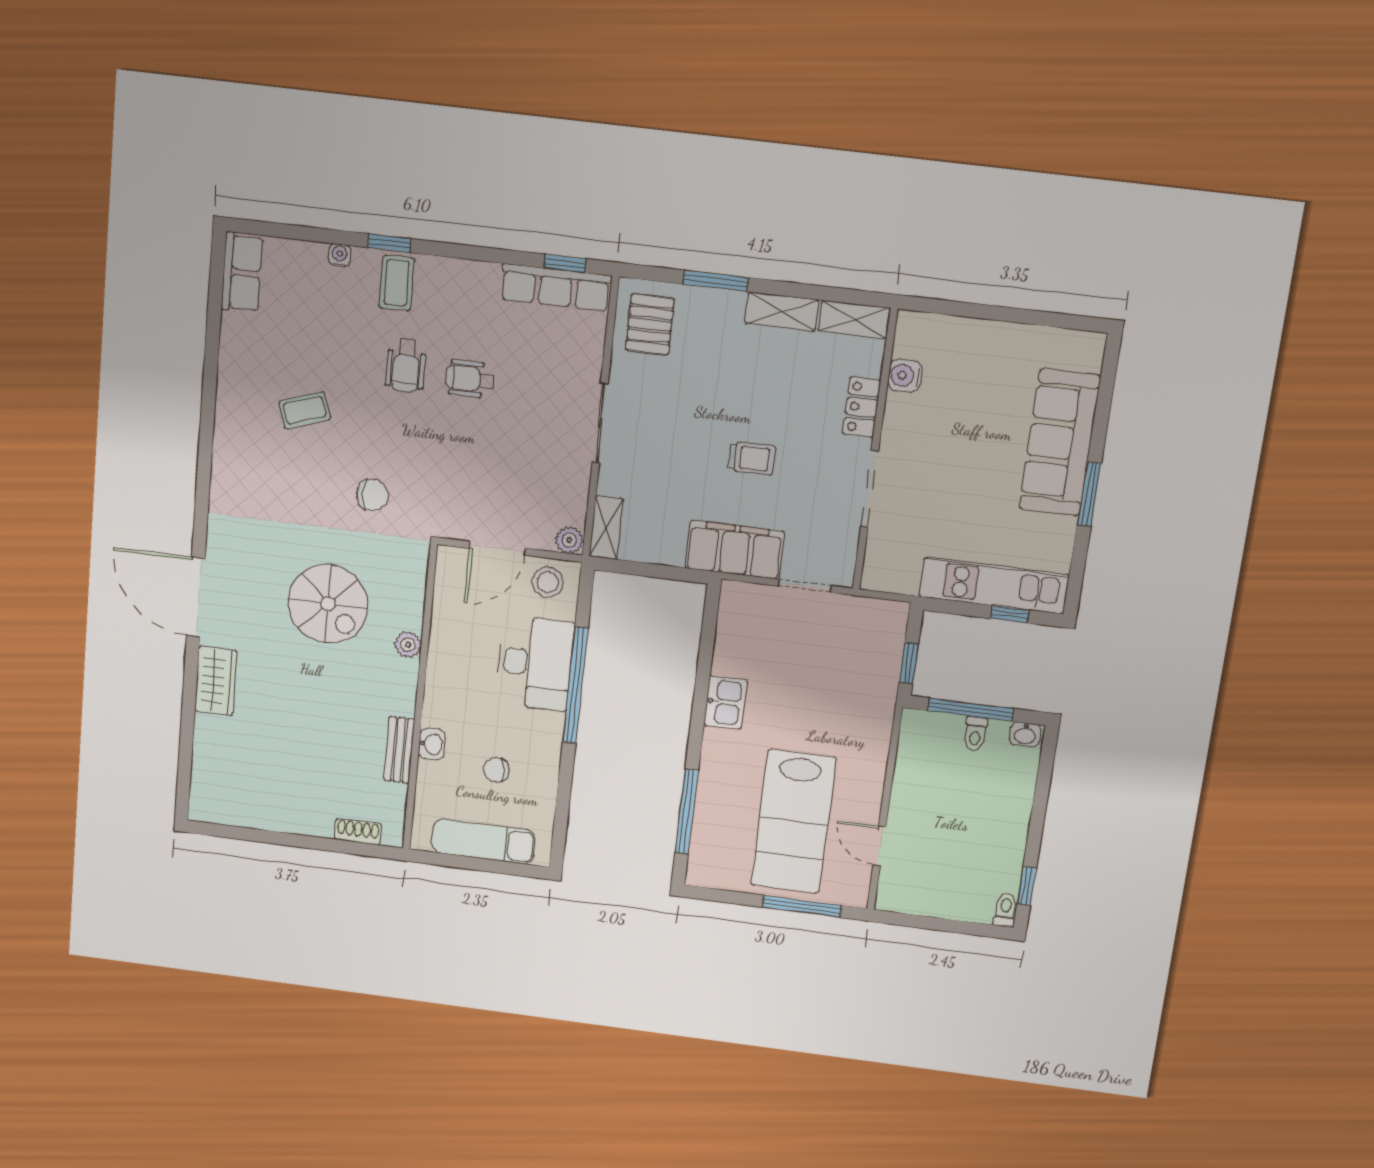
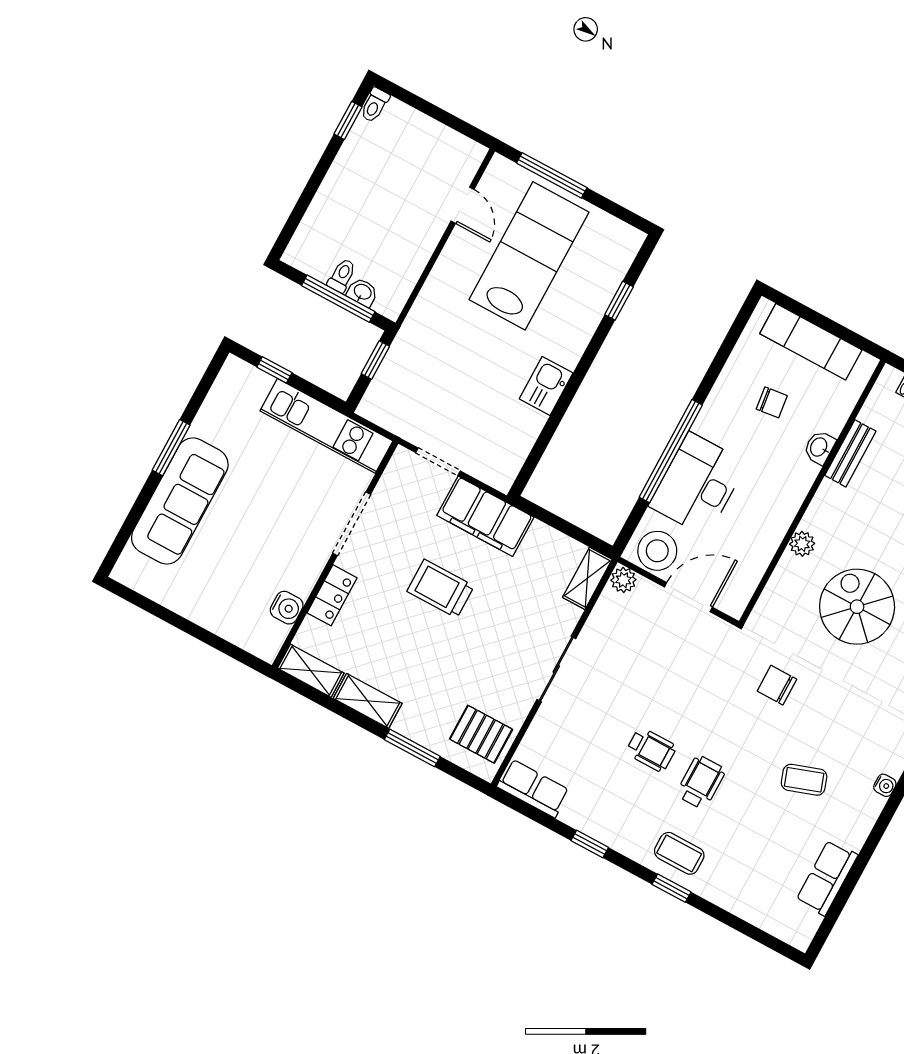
water cooler: (340, 255) -> (885, 785), moved, turned -90
window: (565, 263) -> (590, 844), moved
row of seats: (242, 273) -> (827, 878), moved
coffee table: (397, 283) -> (679, 853), turned 90
row of seats: (556, 287) -> (533, 788), width x0.68
pallet: (650, 324) -> (481, 734), turned 90
trolley: (752, 458) -> (441, 589), width x1.36, depth x1.39
stool: (548, 582) -> (657, 551), width x1.38, depth x1.38
kitchen unit: (994, 586) -> (326, 426), moved
washbasin: (1025, 735) -> (362, 292), moved
window: (687, 811) -> (619, 301), width x0.46

